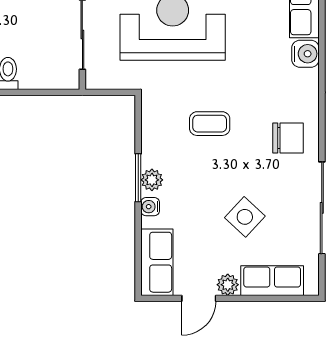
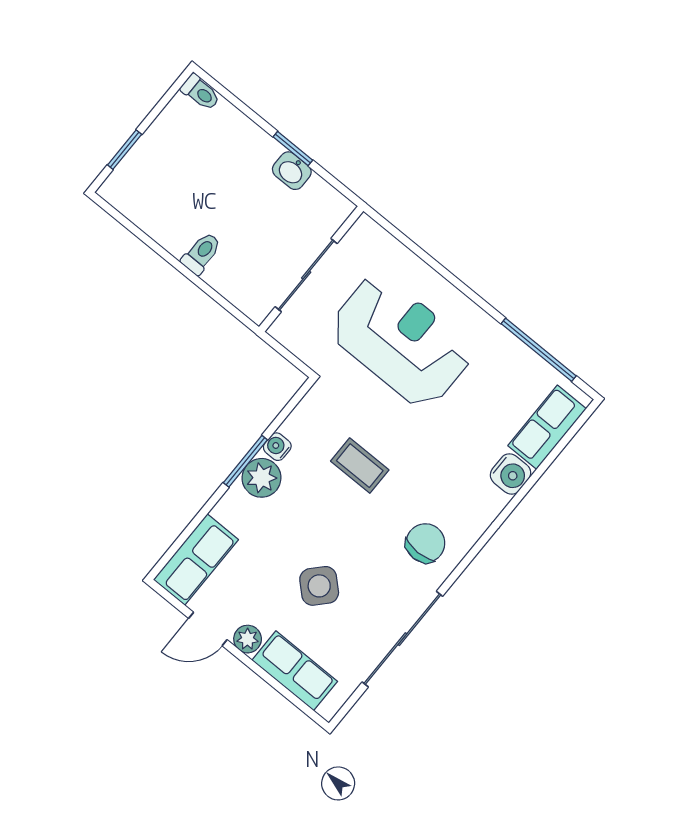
chair: (288, 138) -> (425, 543), turned -90
plant: (152, 180) -> (262, 478), width x1.38, depth x1.38
water cooler: (150, 207) -> (277, 447), moved

